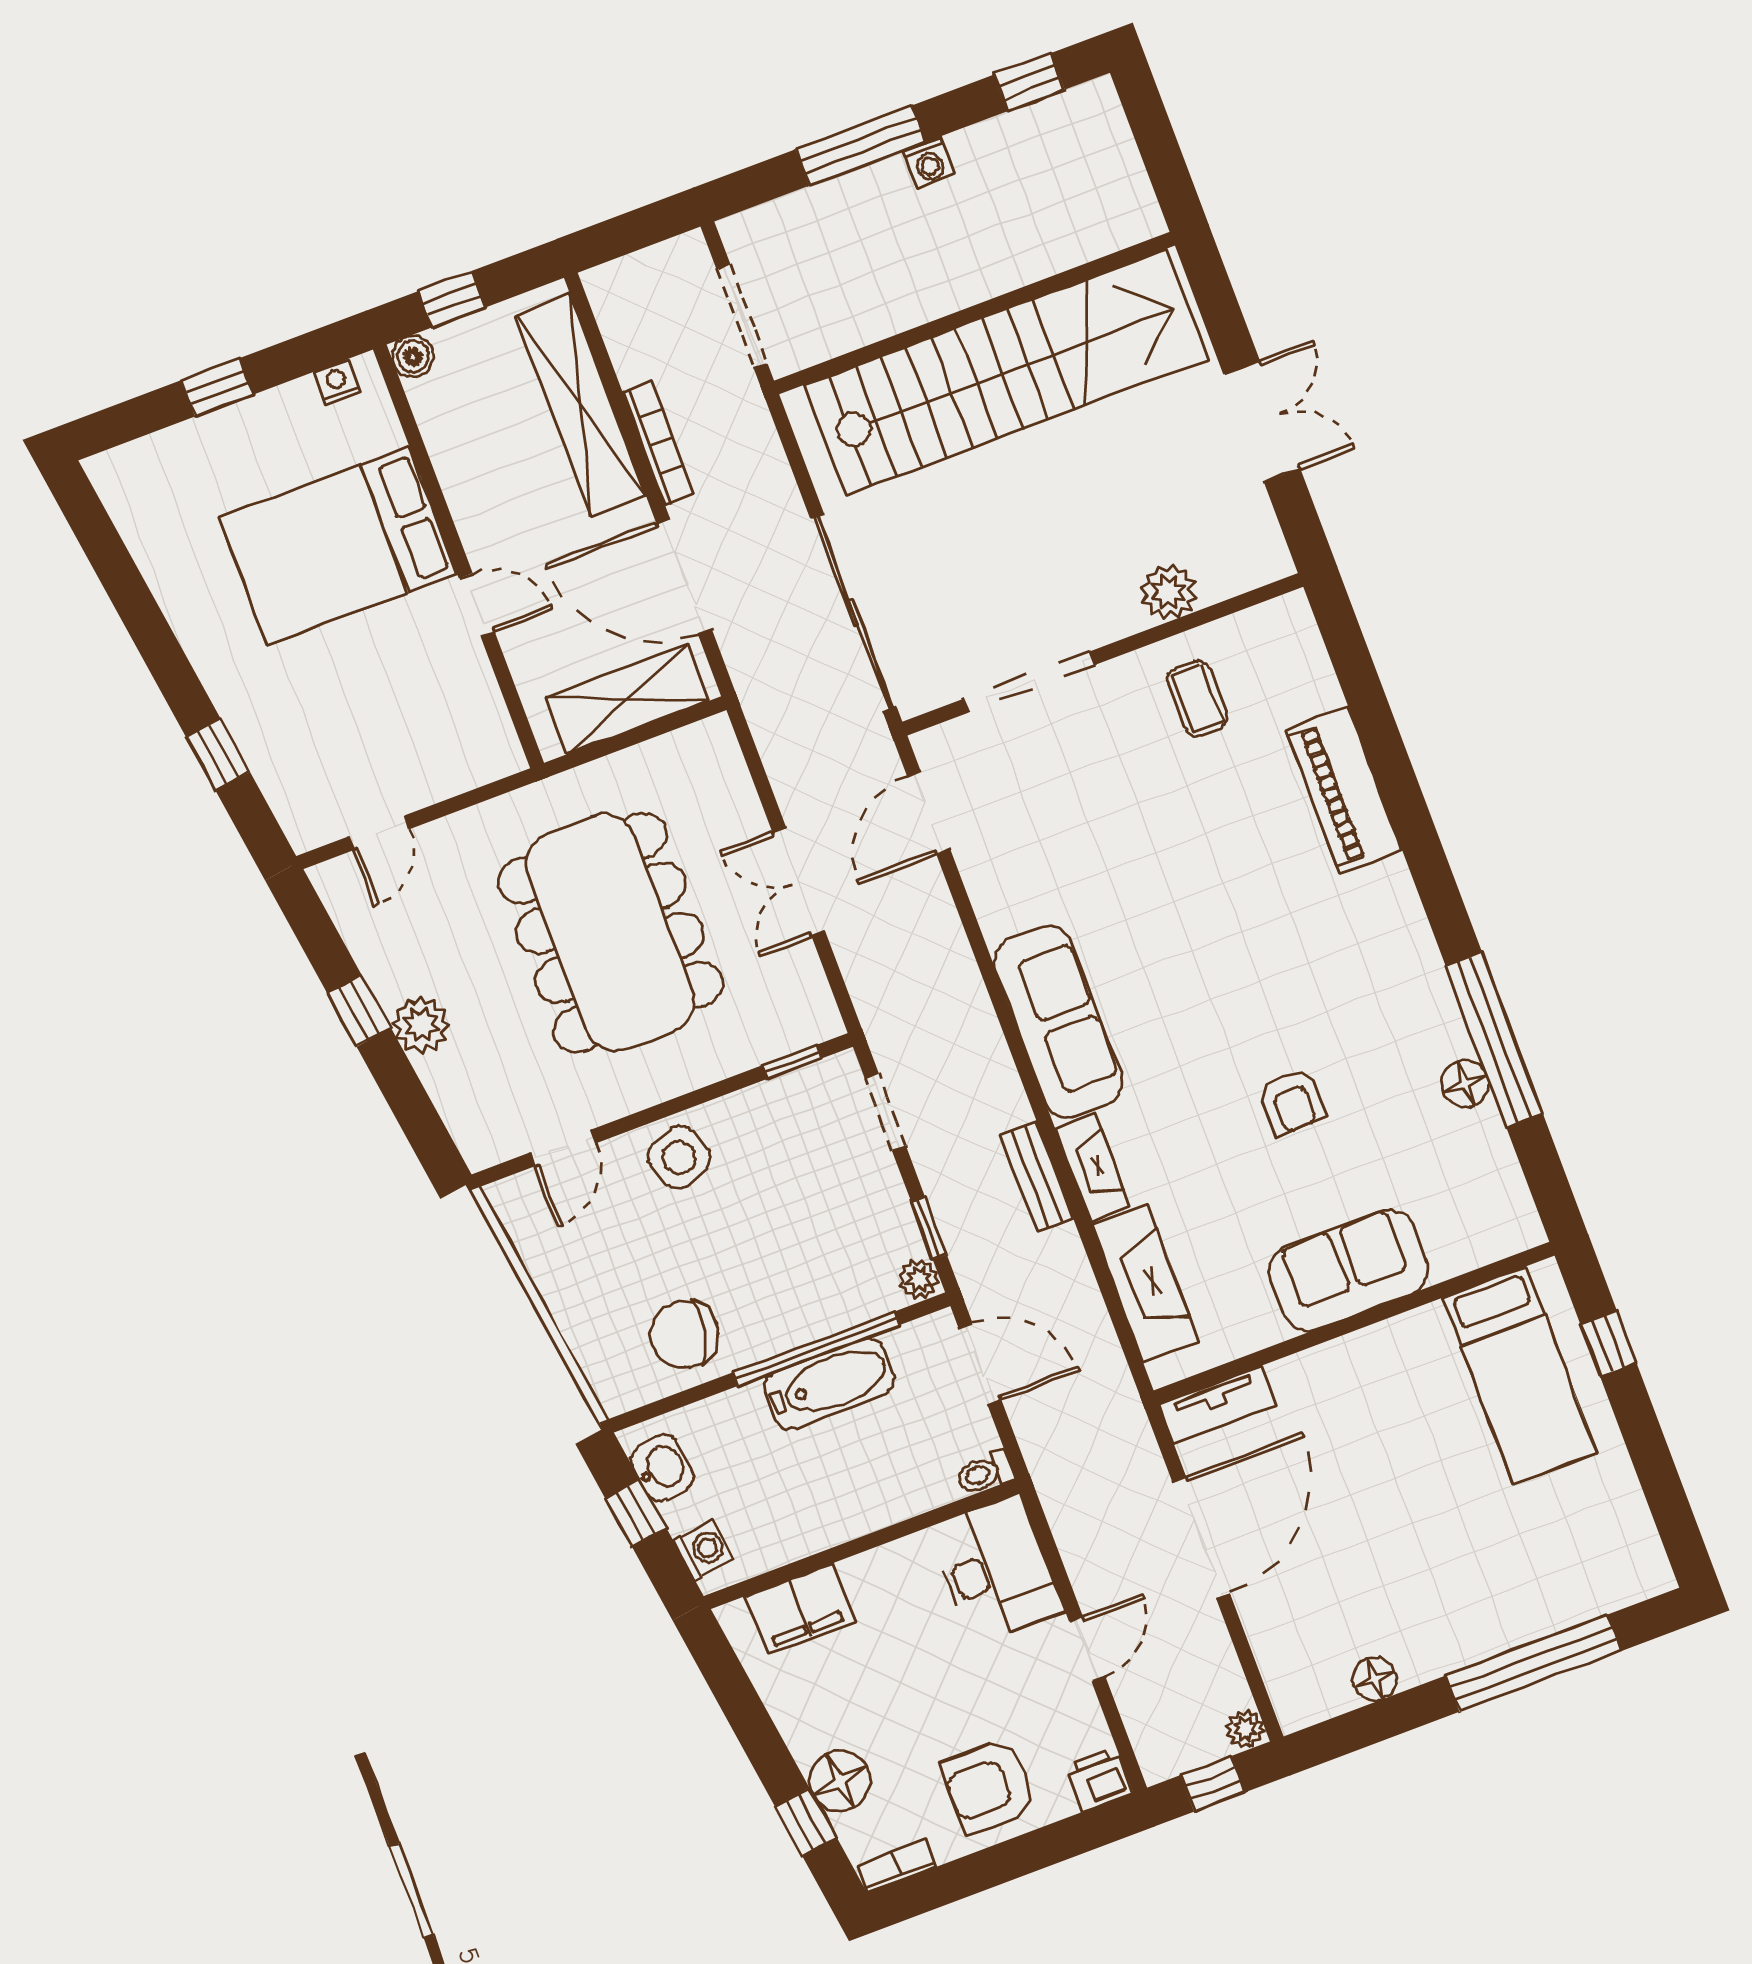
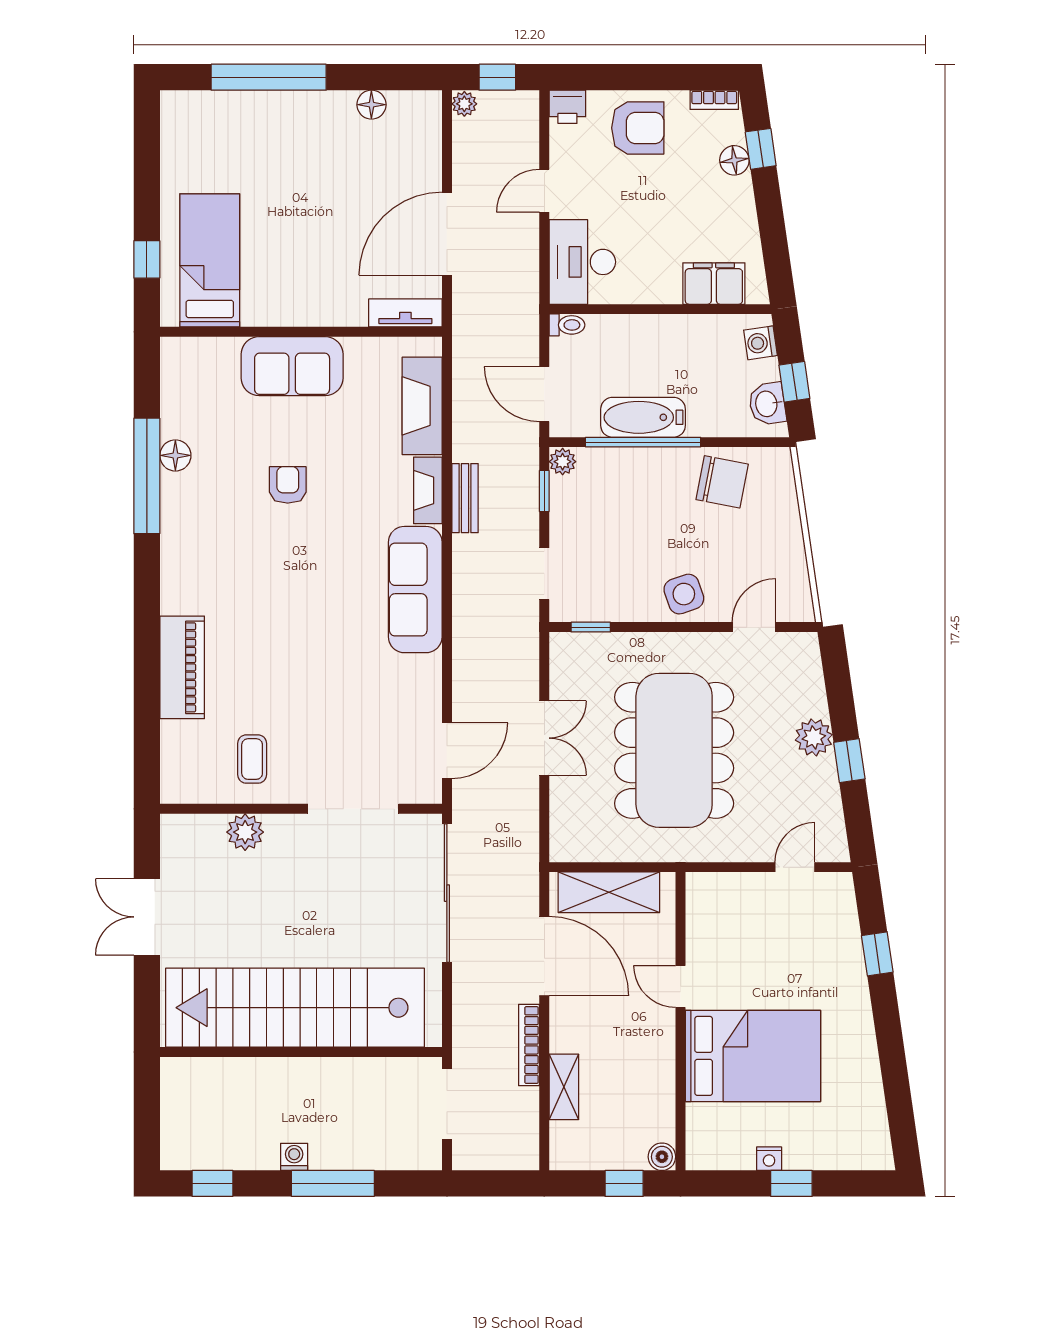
nightstand: (337, 382) -> (769, 1159), moved
shelving: (581, 405) -> (564, 1087), width x0.45, depth x0.75
floor lamp: (840, 1781) -> (734, 160), width x0.73, depth x0.73

